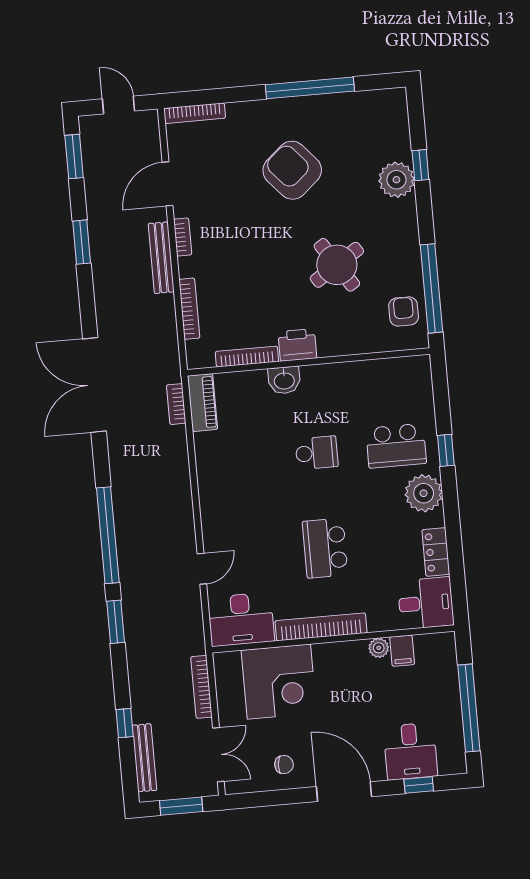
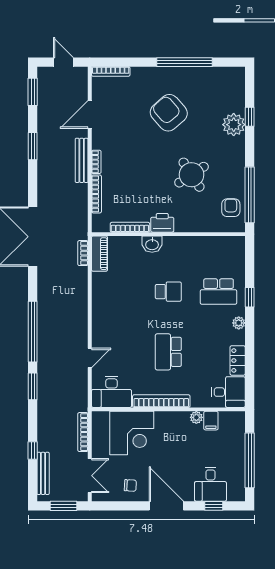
bookcase: (183, 237) -> (96, 162), moved
plant: (424, 493) -> (239, 323), width x0.53, depth x0.53

